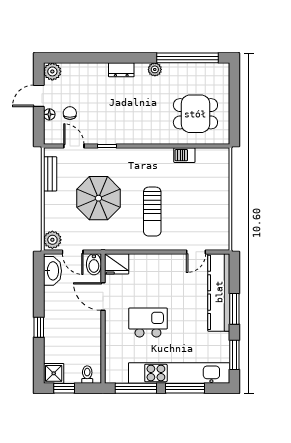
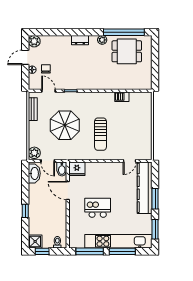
dining table: (195, 114) -> (127, 51), moved

